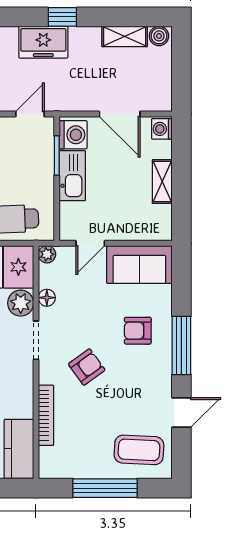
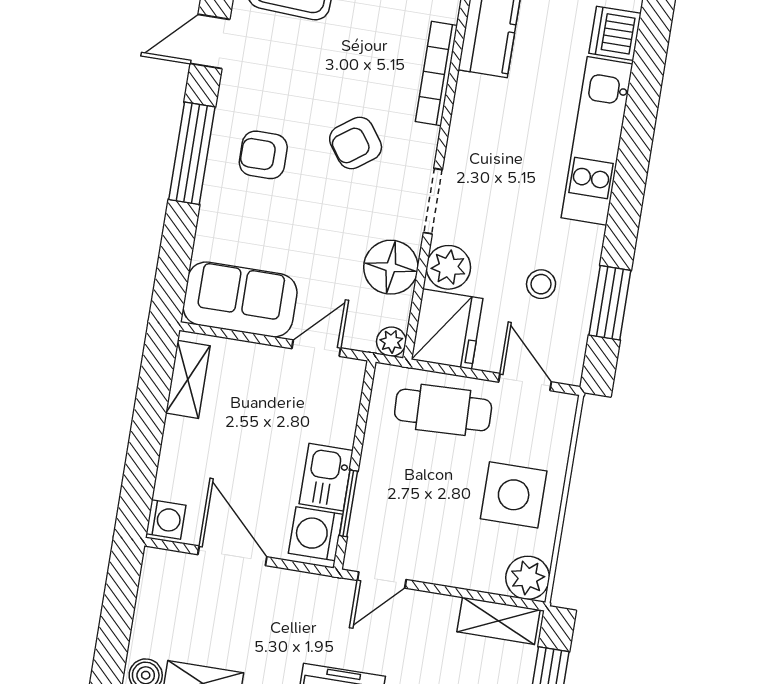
kitchen sink: (72, 176) -> (326, 477), width x0.73
shelving: (162, 182) -> (188, 379), moved
floor lamp: (47, 298) -> (391, 267), width x1.89, depth x1.89
armchair: (138, 331) -> (263, 155), moved, turned 180

